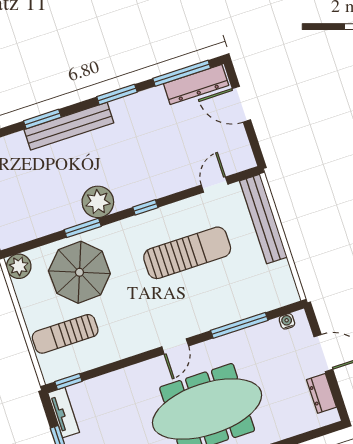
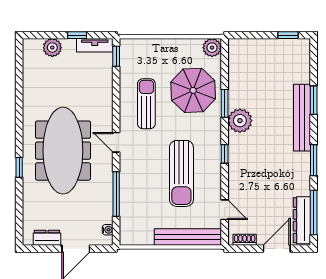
shoe rack: (244, 148) -> (245, 240), added
sun lounger: (65, 334) -> (146, 104), moved

